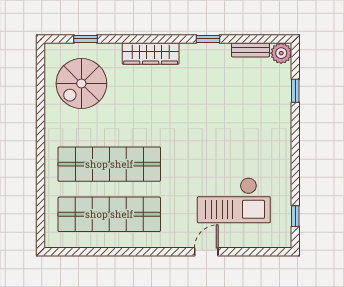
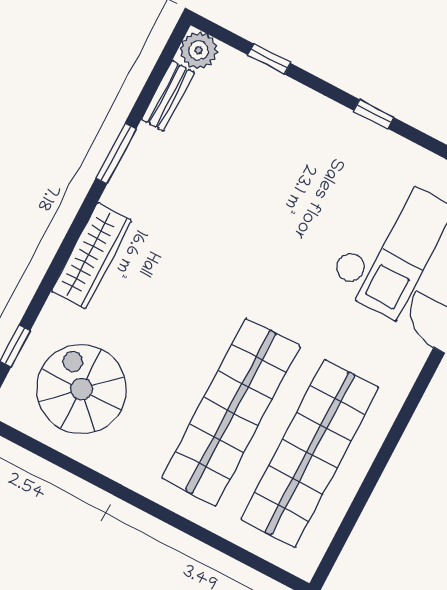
window: (208, 39) -> (116, 154), width x1.50
spiral stairs: (81, 84) -> (81, 389), turned 180
window: (295, 157) -> (374, 114), added

